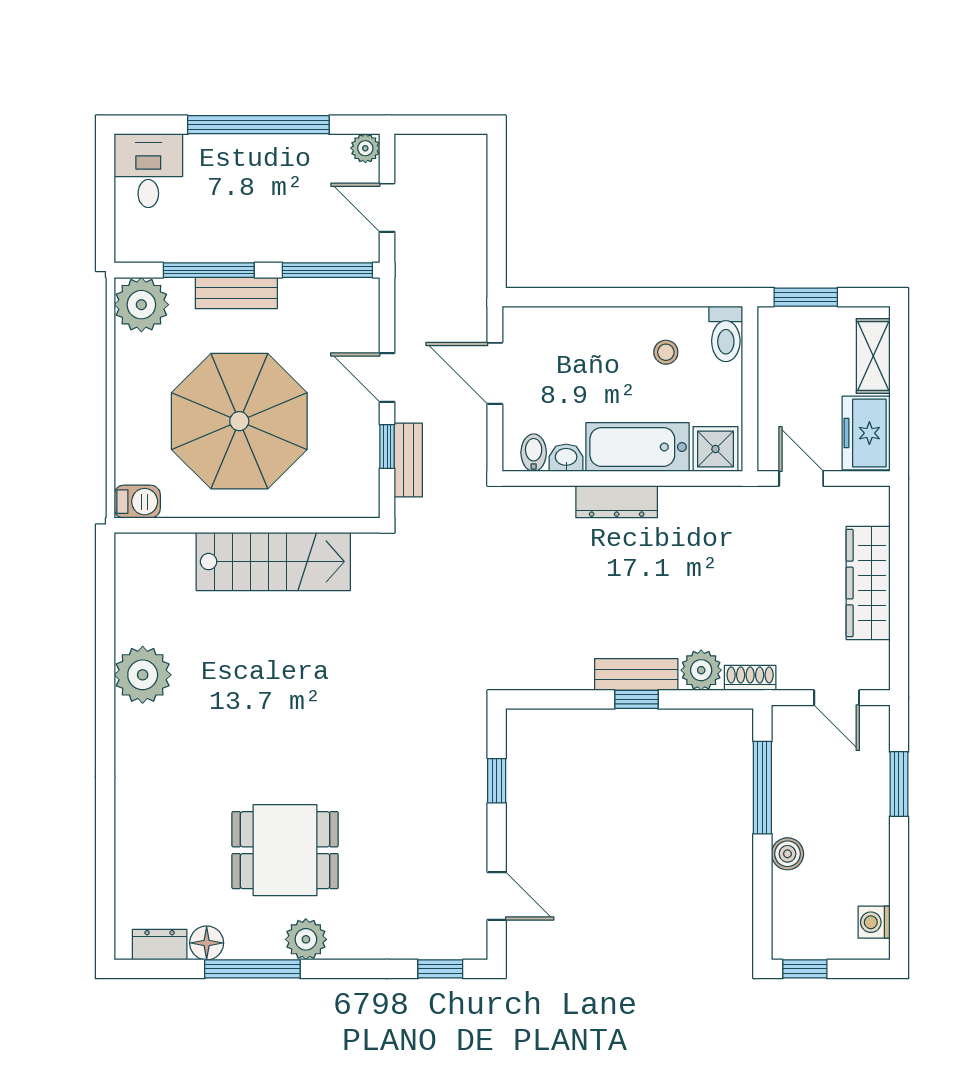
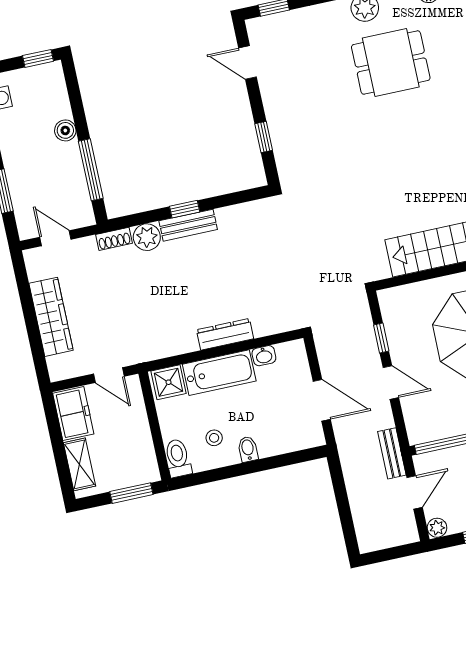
door: (387, 208) -> (415, 492), hinge flipped
bidet: (534, 453) -> (248, 449), moved, turned 180
bench: (408, 460) -> (392, 453), moved

